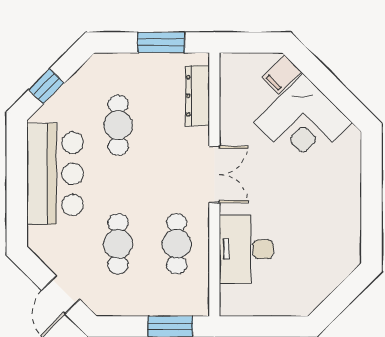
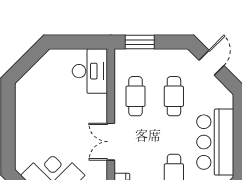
desk: (246, 249) -> (90, 71), moved

